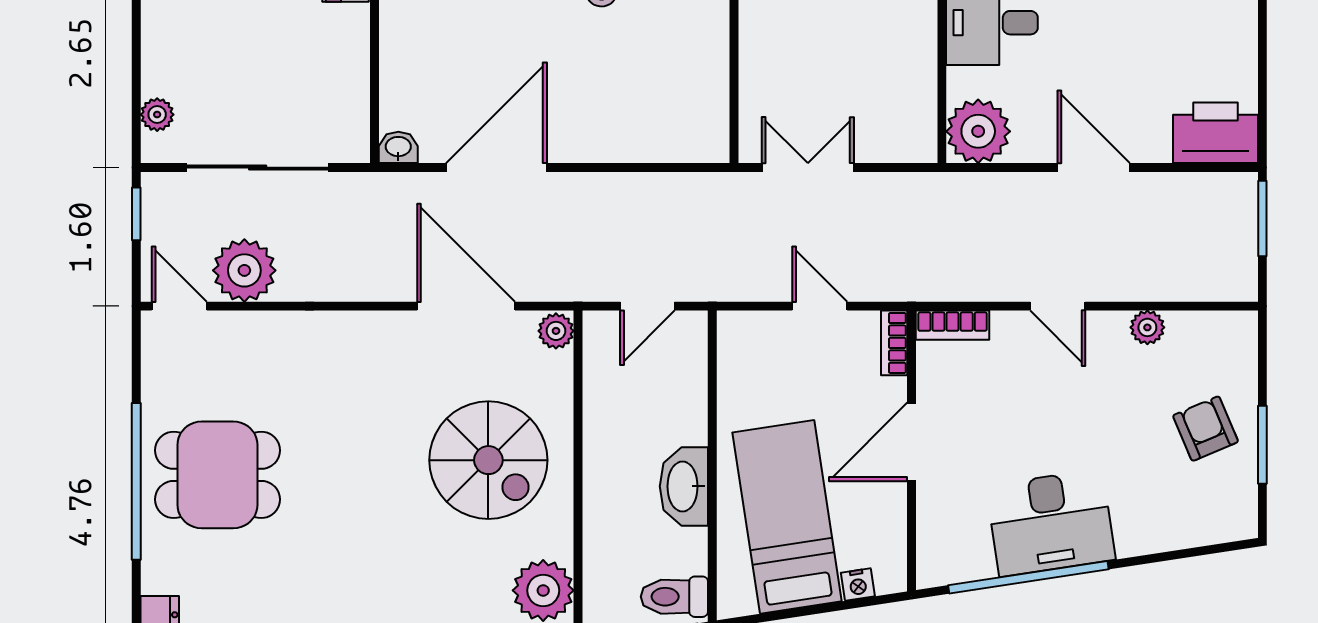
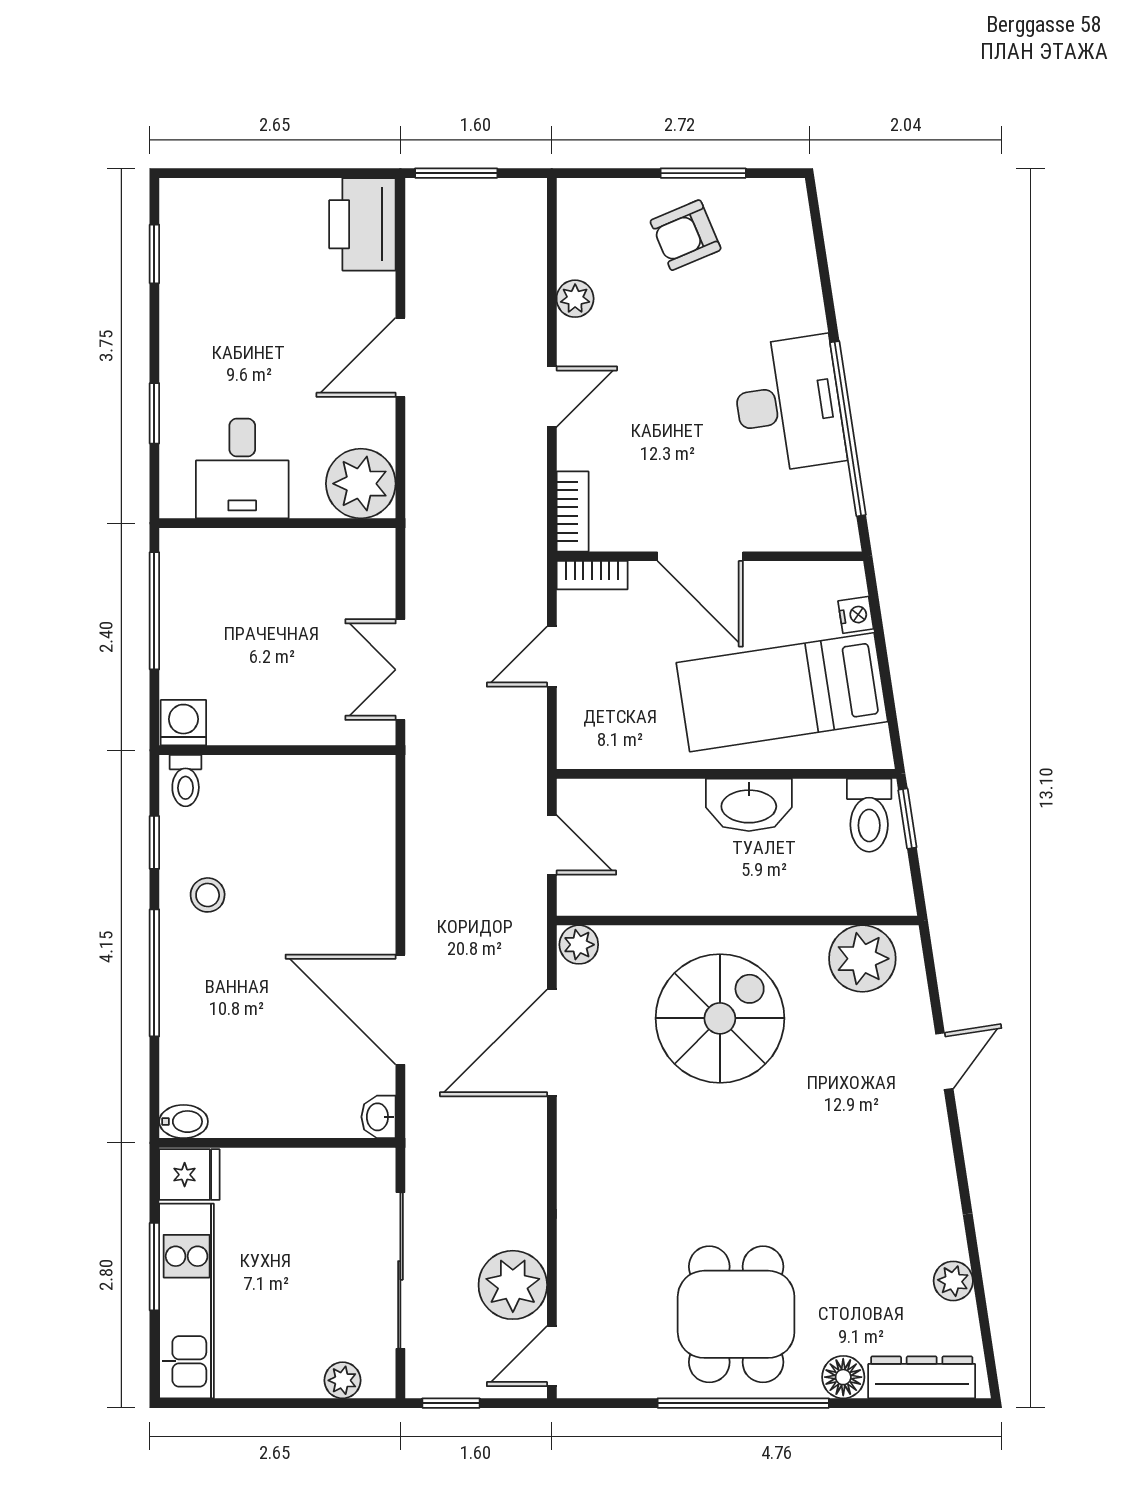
floor lamp: (160, 573) -> (843, 1377), added

